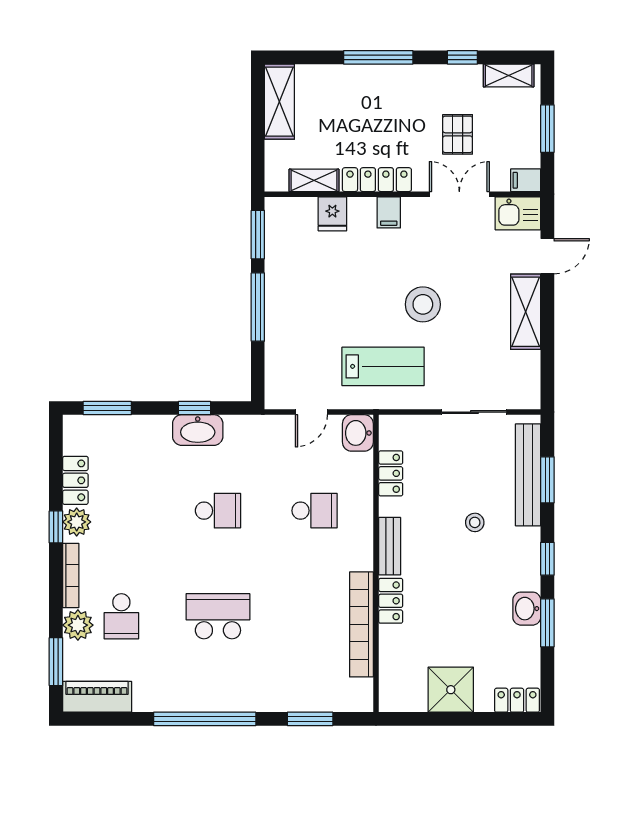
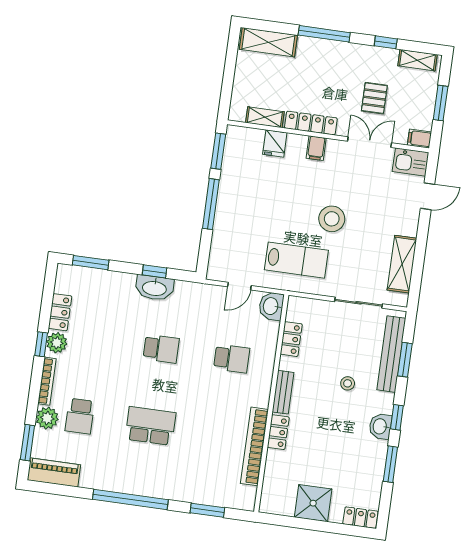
shelving: (279, 102) -> (268, 42), moved, turned 90
shelving: (526, 312) -> (402, 264), moved
washbasin: (527, 609) -> (380, 426), moved

